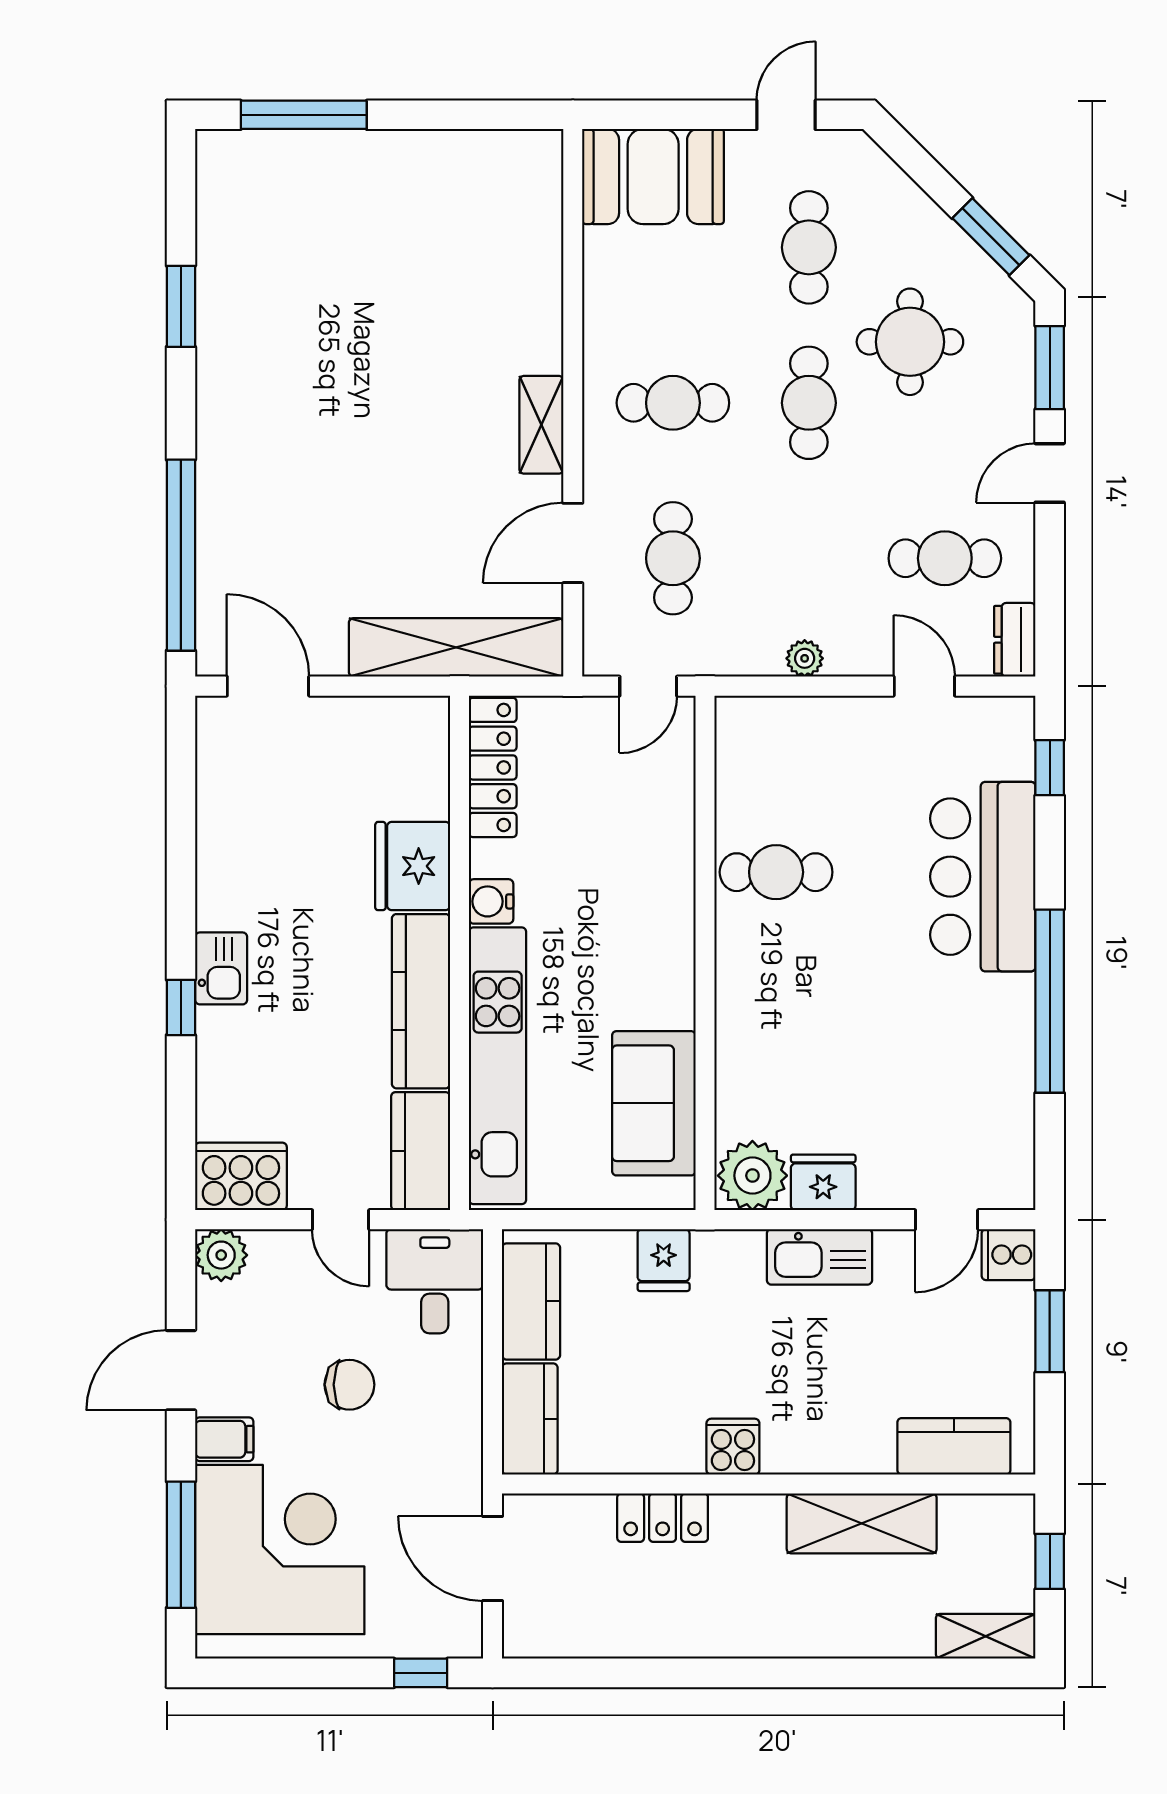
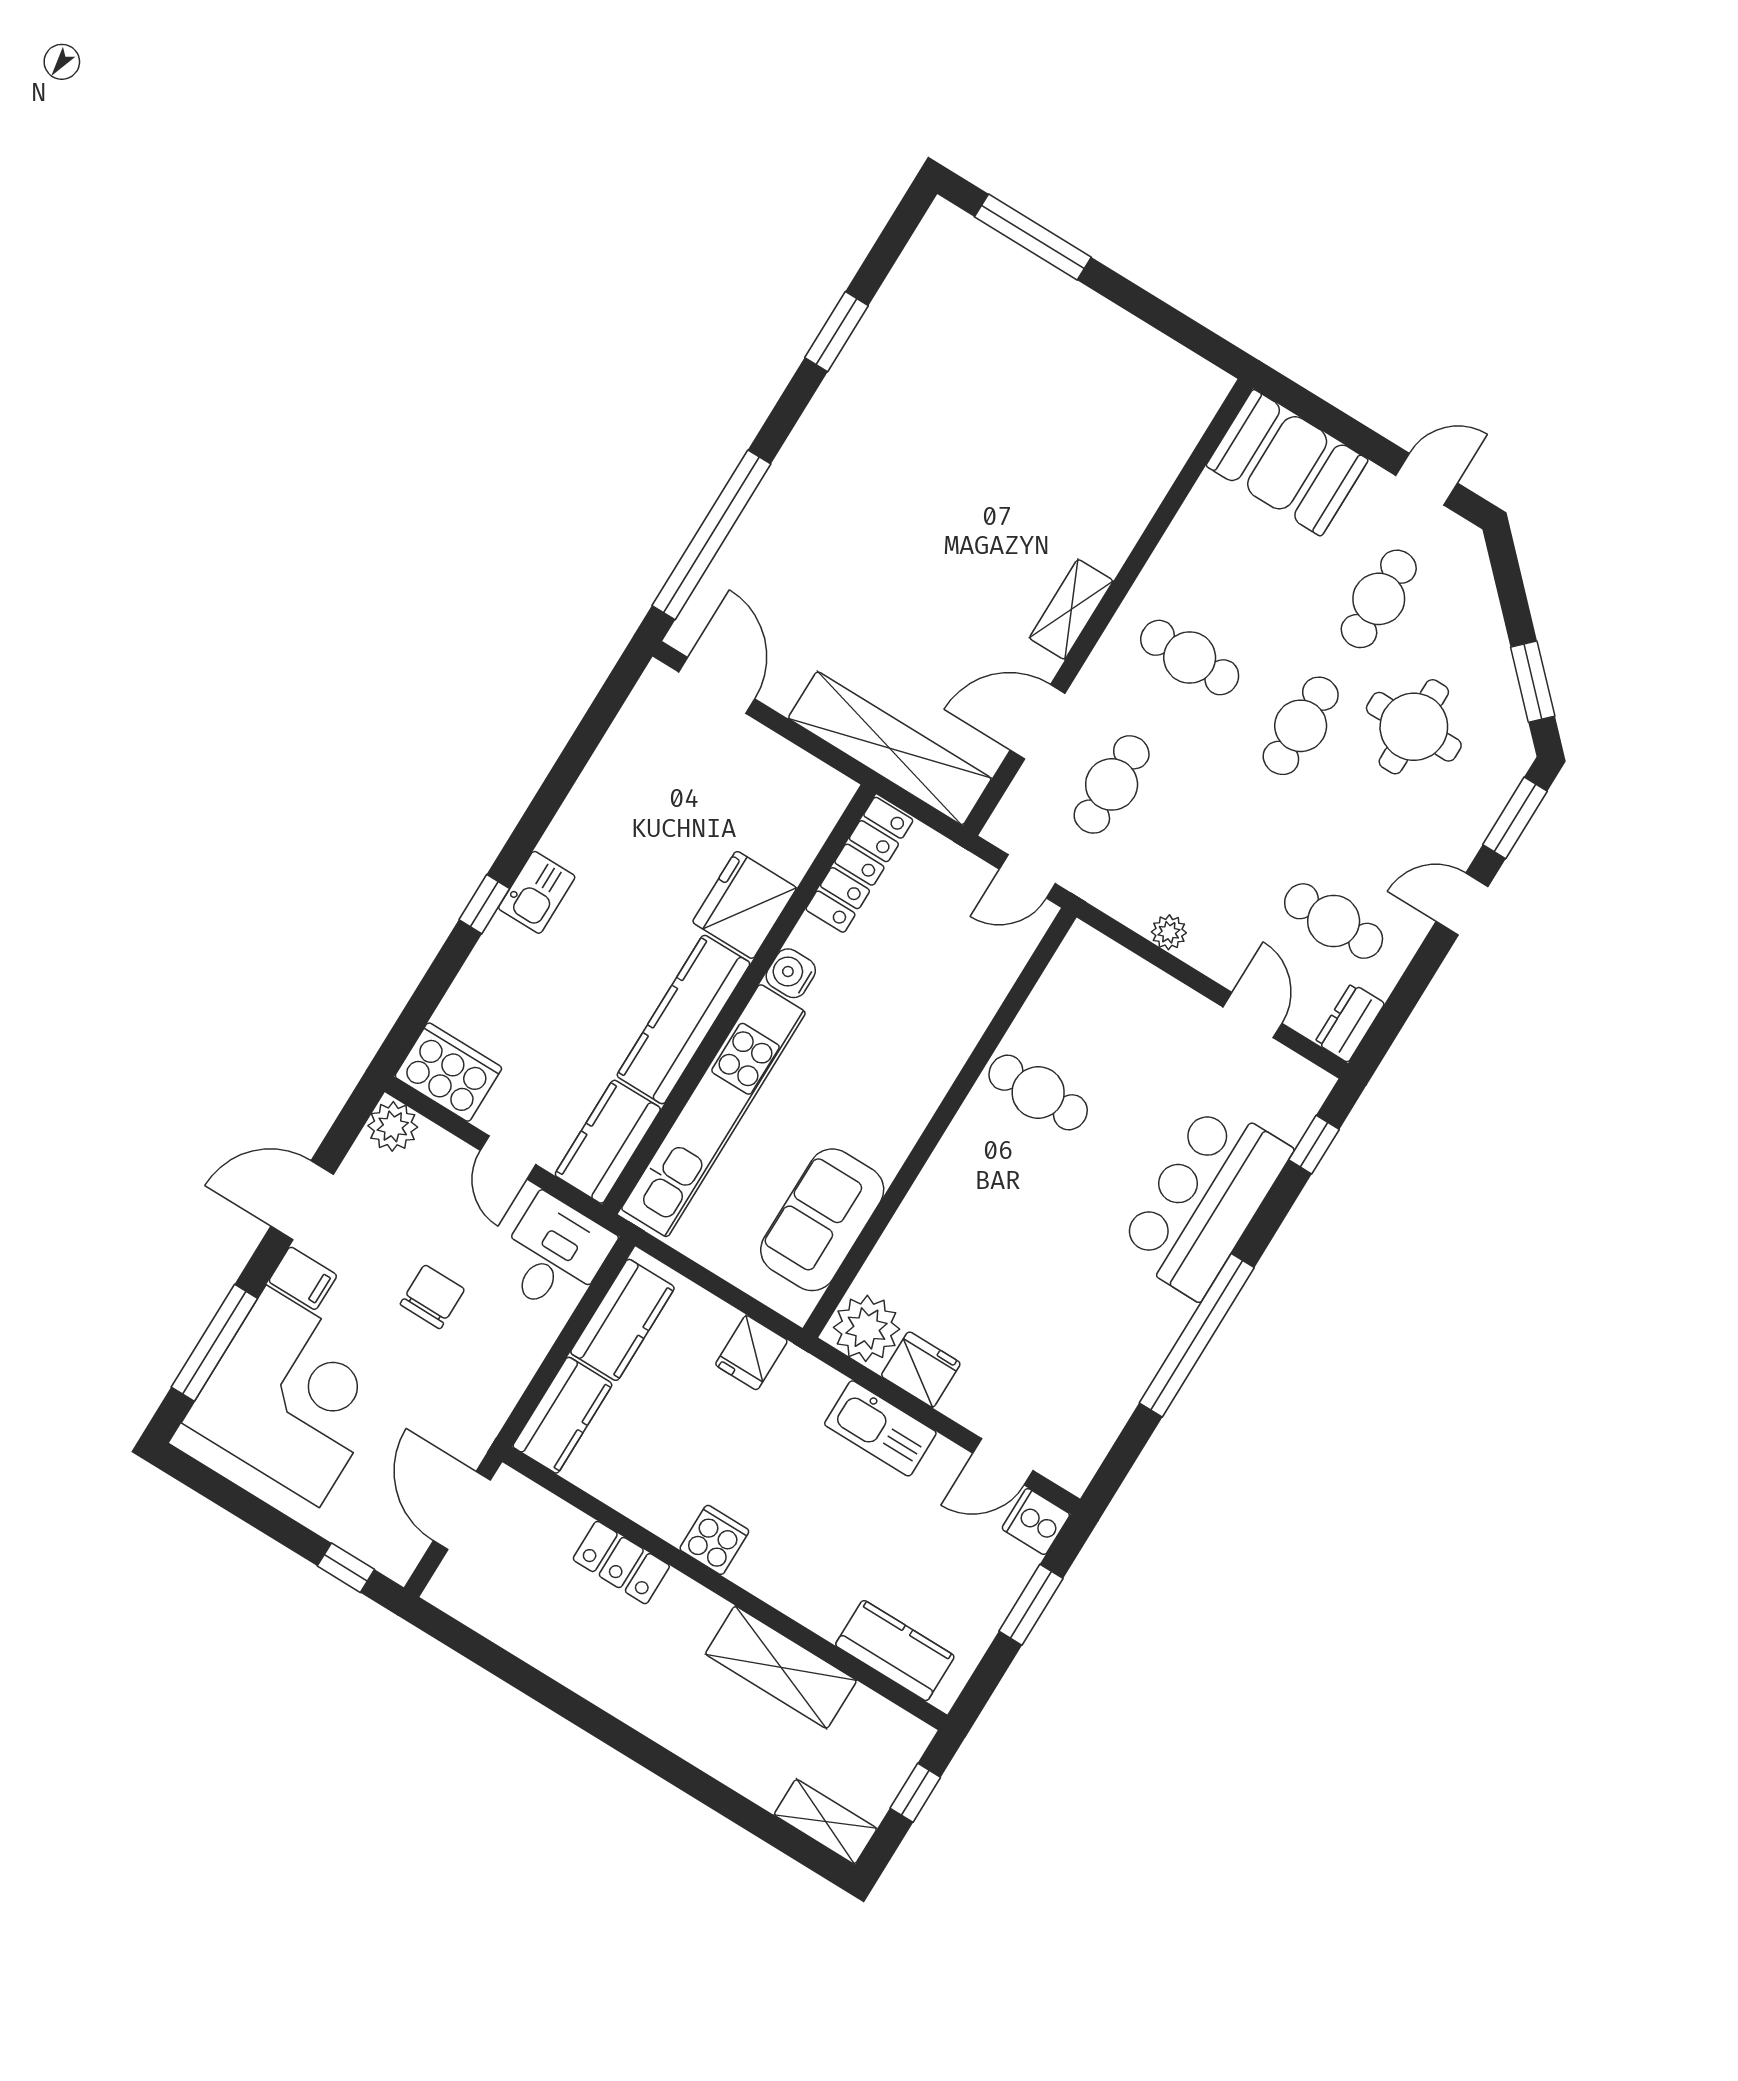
chair: (349, 1385) -> (432, 1297), turned -90

